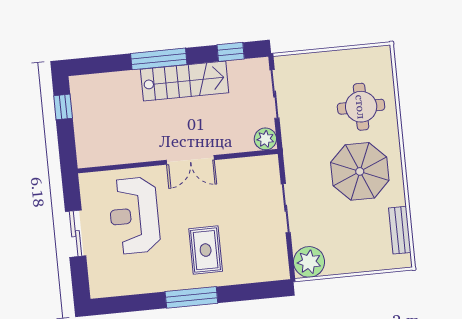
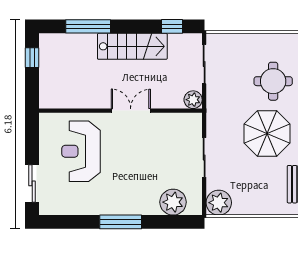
window: (159, 59) -> (88, 26), moved
double door: (190, 160) -> (131, 111), swing flipped
sliding door: (76, 234) -> (32, 183), moved
rug: (206, 250) -> (136, 185), removed
plant: (253, 267) -> (173, 202), added

